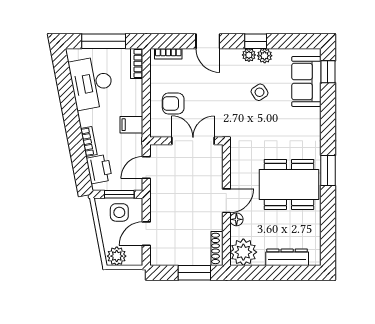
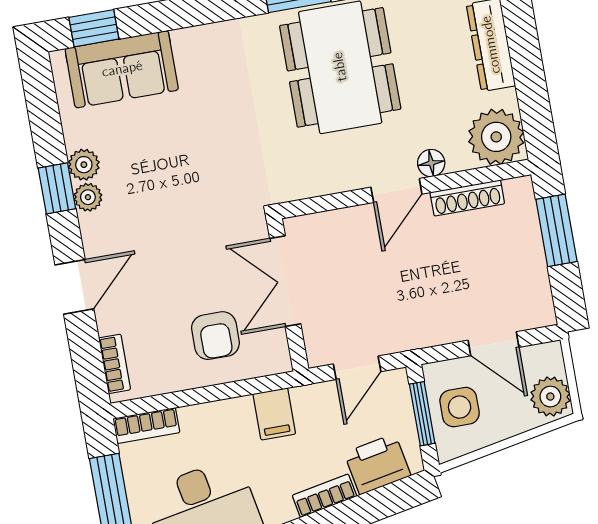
side table: (259, 92) -> (161, 162), removed
door: (146, 168) -> (357, 368), hinge flipped
door: (226, 201) -> (396, 191), swing flipped
shoe rack: (217, 248) -> (467, 198), moved

